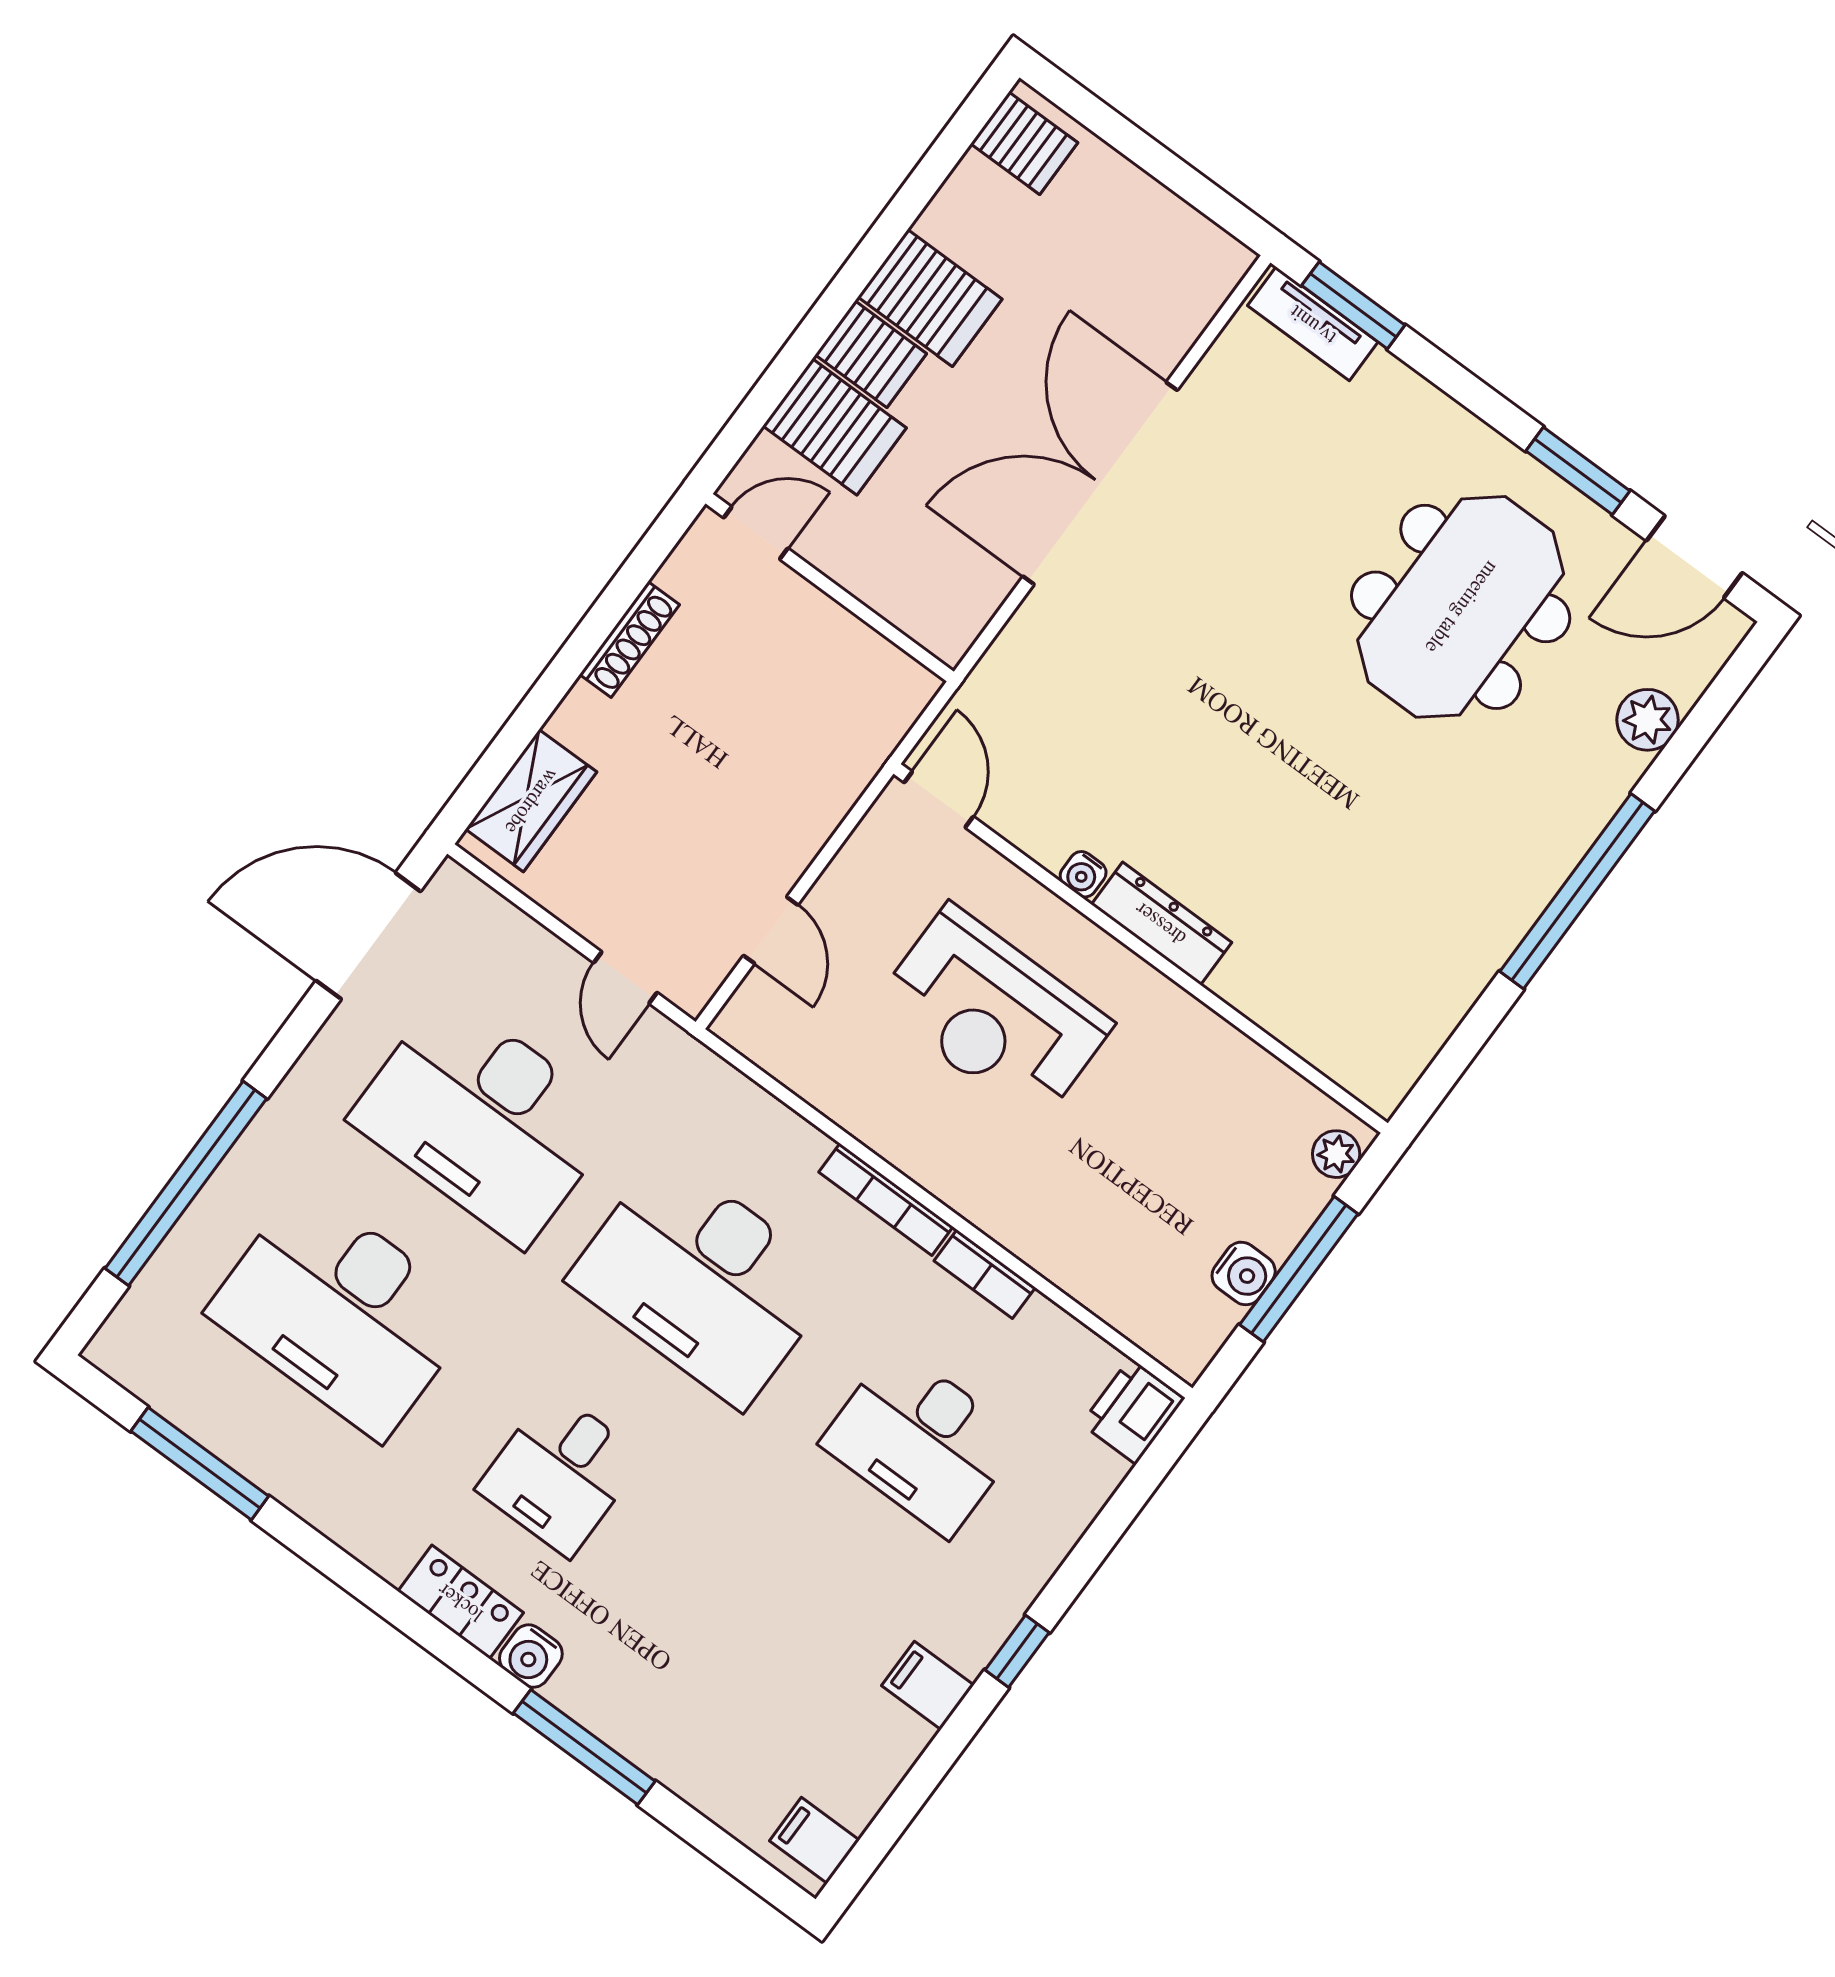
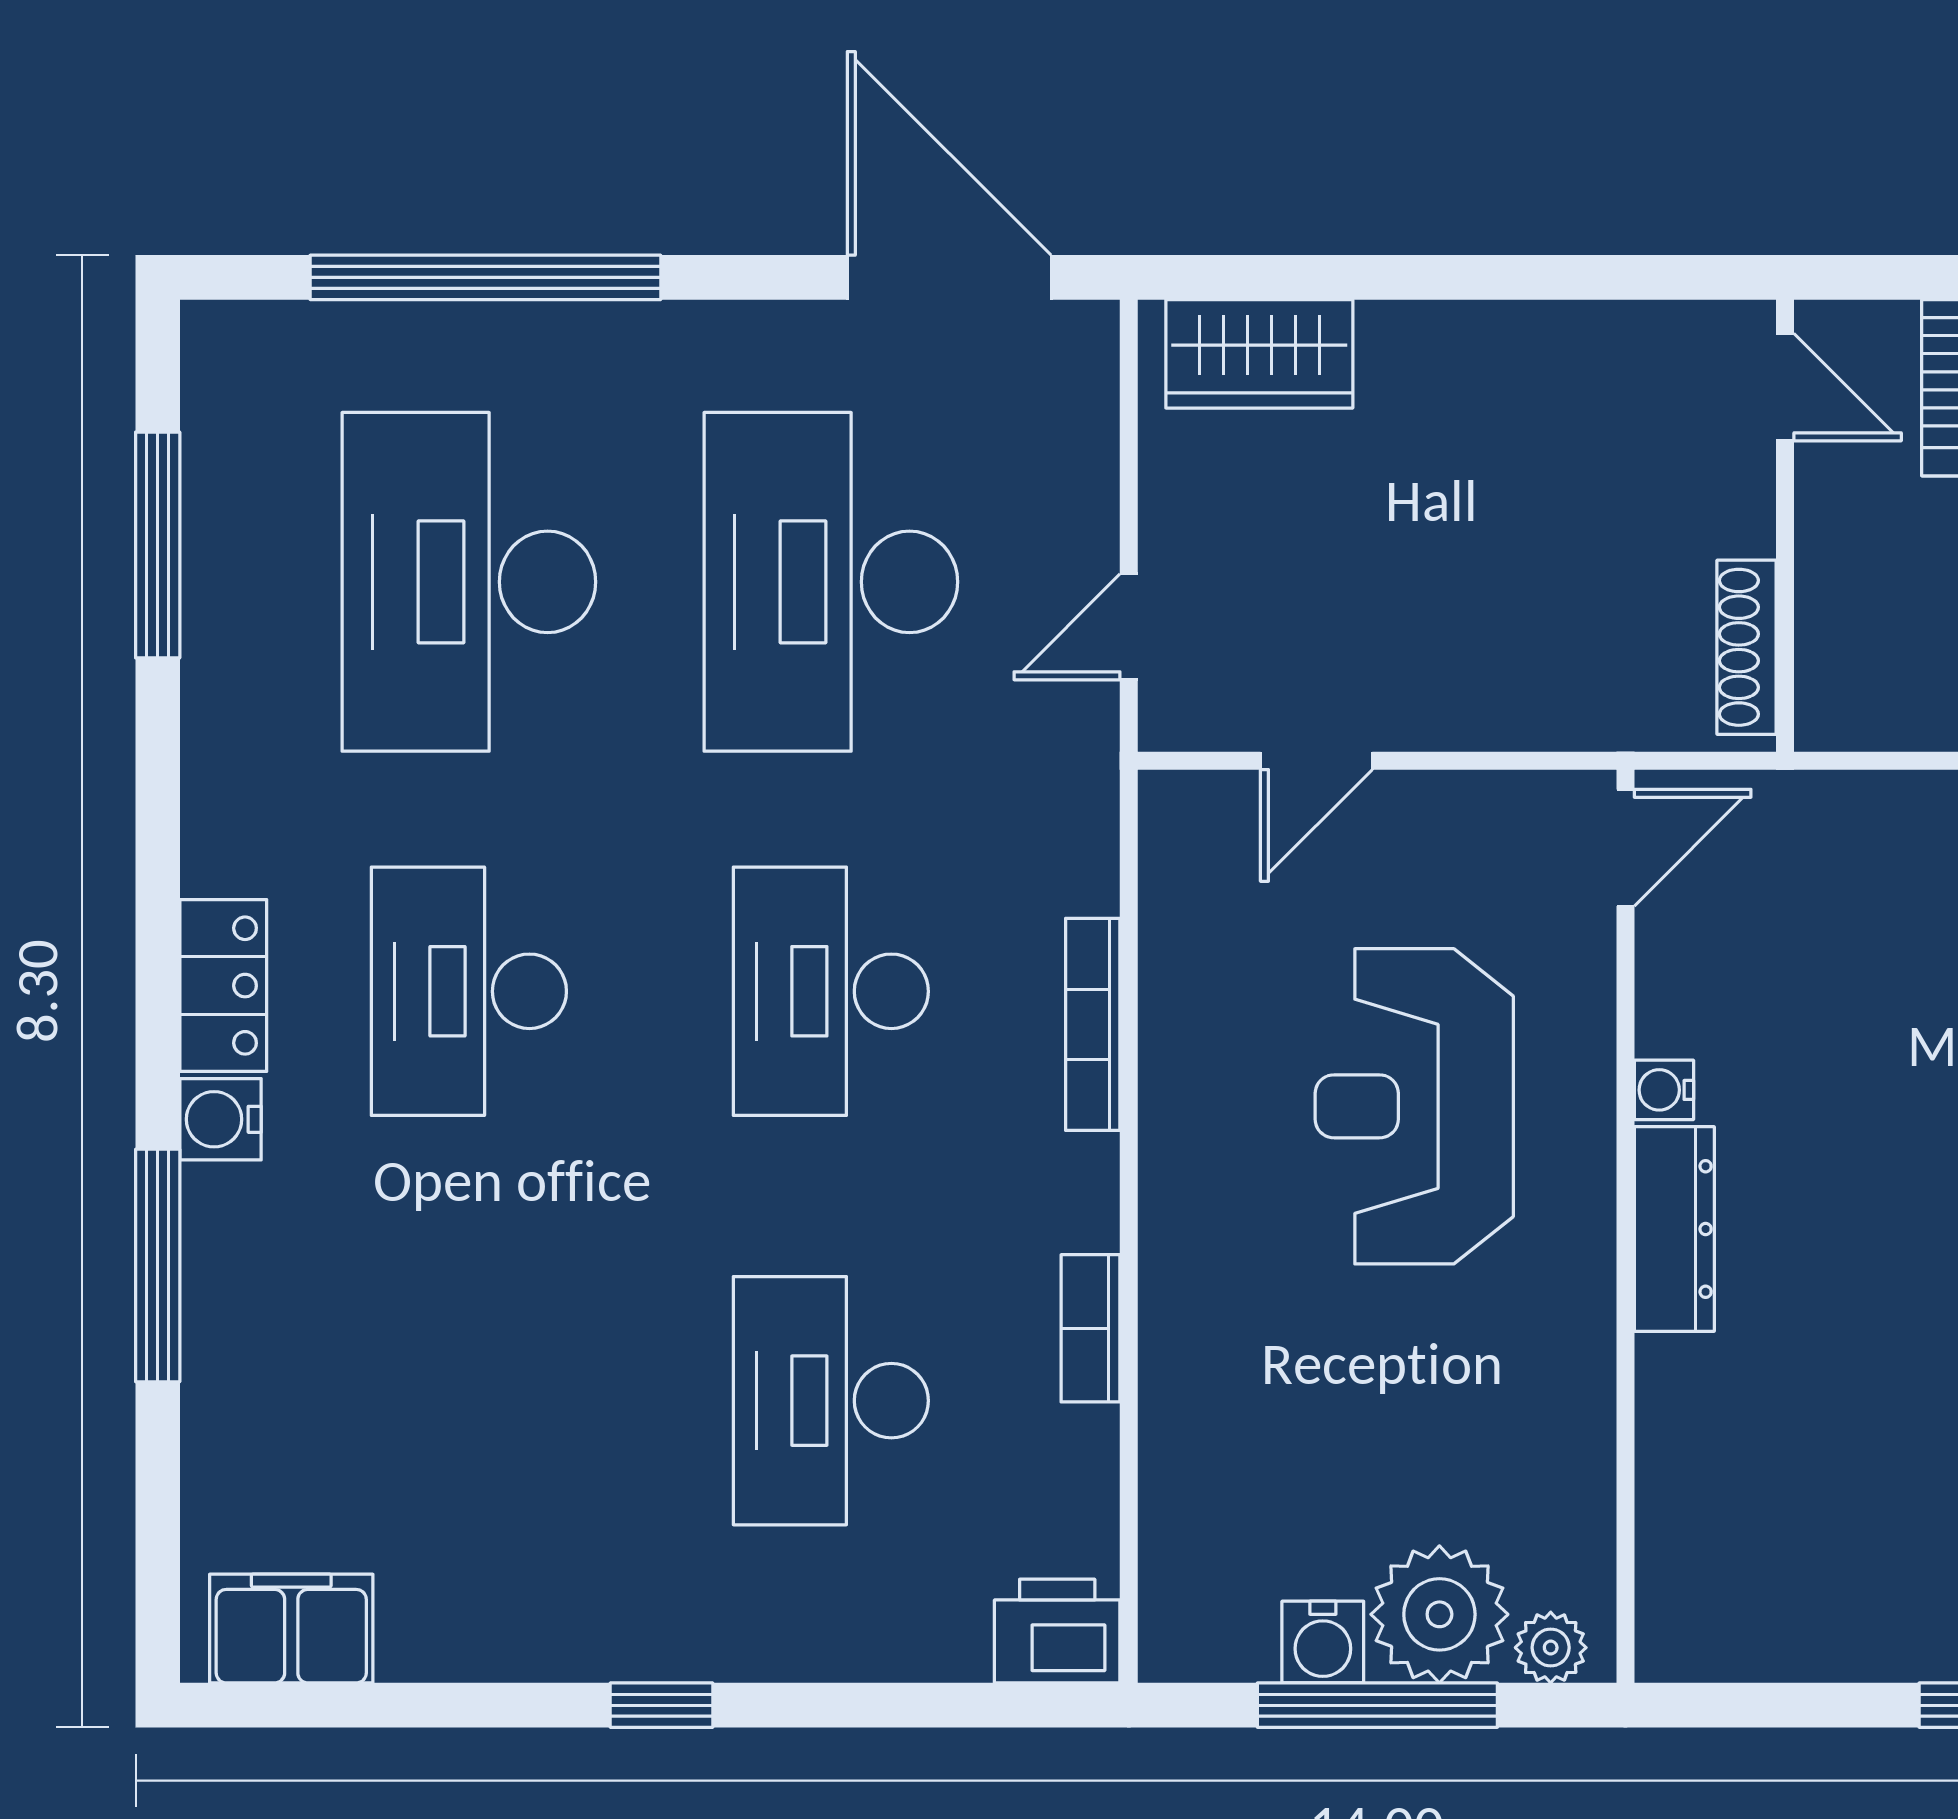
shoe rack: (629, 640) -> (1747, 647), moved, turned 90
bookcase: (886, 1199) -> (1093, 1024), moved
plant: (1275, 1200) -> (1439, 1614), added
desk: (703, 1280) -> (831, 991), width x0.73, depth x0.77
desk: (560, 1473) -> (469, 991), width x1.37
filing cabinet: (928, 1685) -> (540, 1627), removed
filing cabinet: (814, 1840) -> (291, 1629), width x2.00

